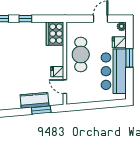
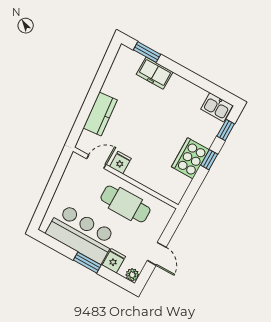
cooker: (55, 34) -> (190, 158), moved, turned -90
window: (41, 110) -> (83, 116), removed

